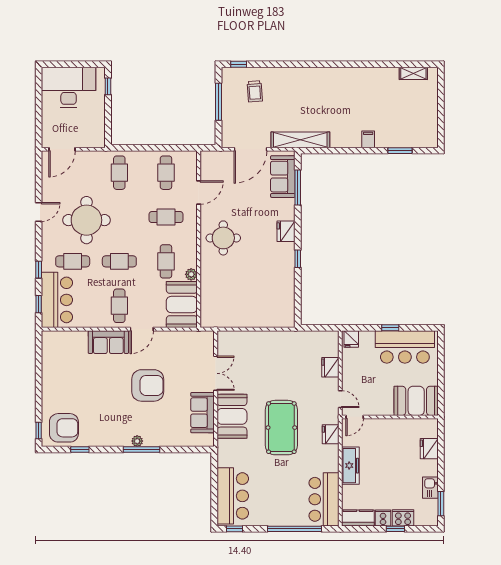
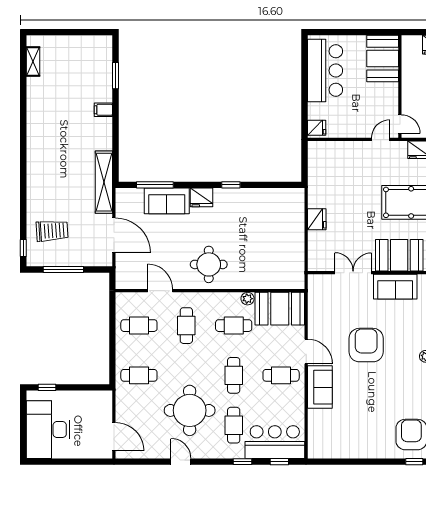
trolley: (255, 91) -> (52, 231), width x1.36, depth x1.39
sofa: (283, 177) -> (167, 201), moved
window: (390, 328) -> (305, 86), removed
fridge: (330, 367) -> (317, 219), moved, turned -90

